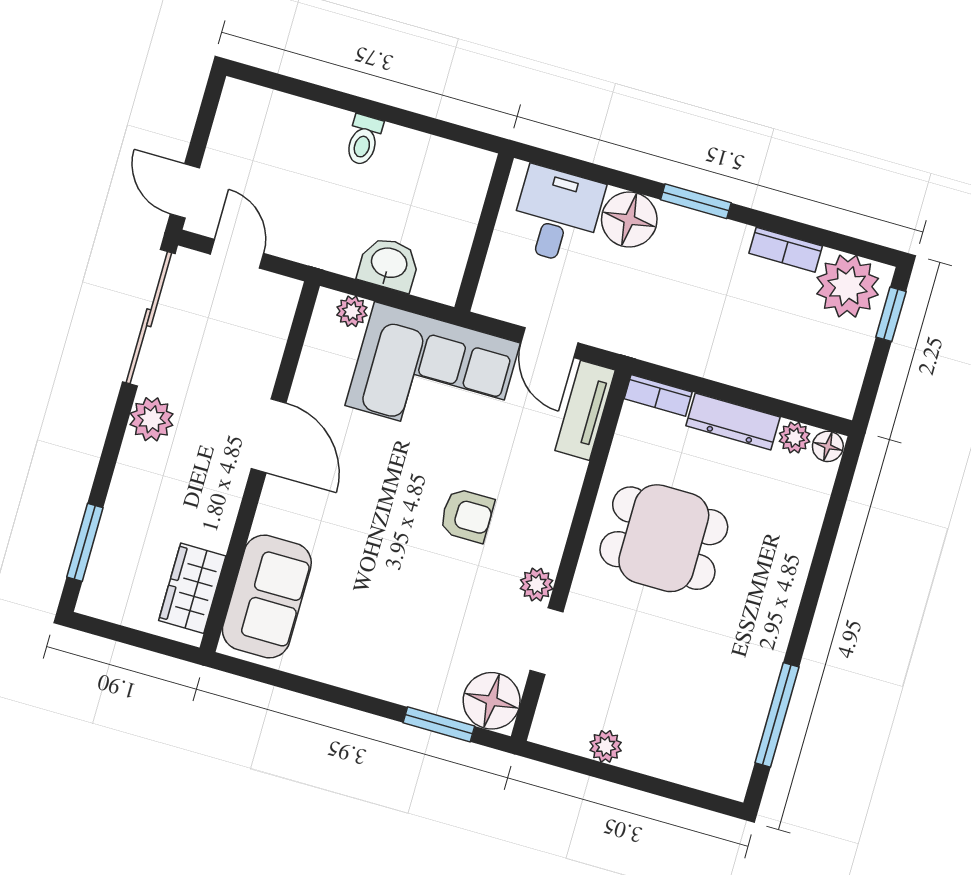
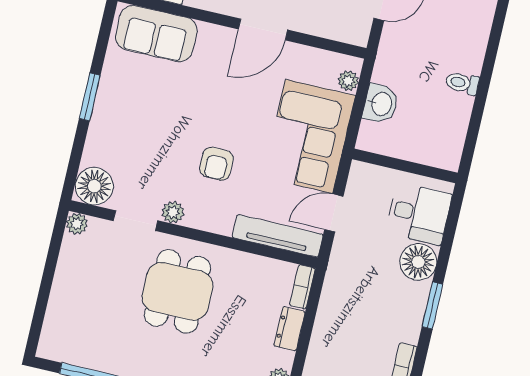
tv unit: (585, 410) -> (278, 236), width x1.41
dresser: (733, 421) -> (290, 329), width x0.70
dining table: (664, 538) -> (177, 291), moved
window: (439, 724) -> (90, 97), moved
plant: (606, 746) -> (77, 224), moved

